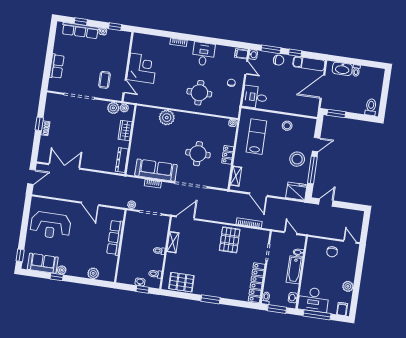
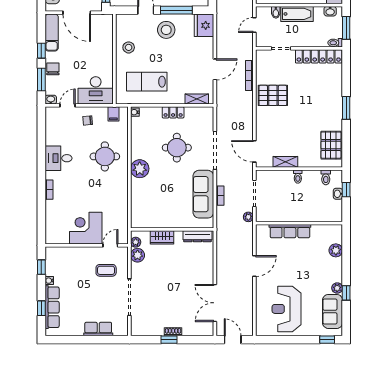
filing cabinet: (241, 54) -> (113, 114), moved
desk: (255, 97) -> (96, 90), width x1.37
plant: (167, 118) -> (140, 169), moved
reception desk: (50, 225) -> (287, 309), turned 180

